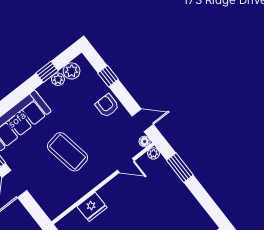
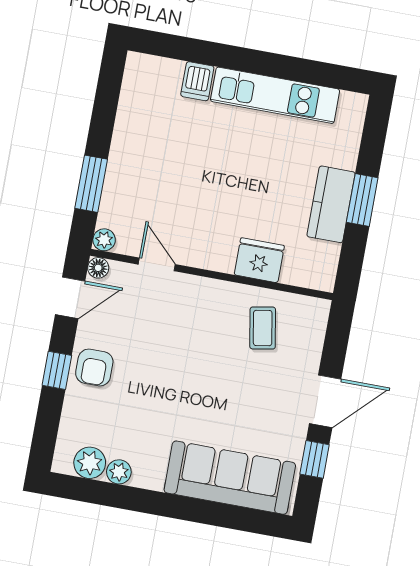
window: (47, 72) -> (122, 497), removed
window: (108, 76) -> (57, 370), moved
door: (143, 120) -> (70, 298), swing flipped
coffee table: (67, 152) -> (263, 328), moved, width x0.54, depth x0.58

